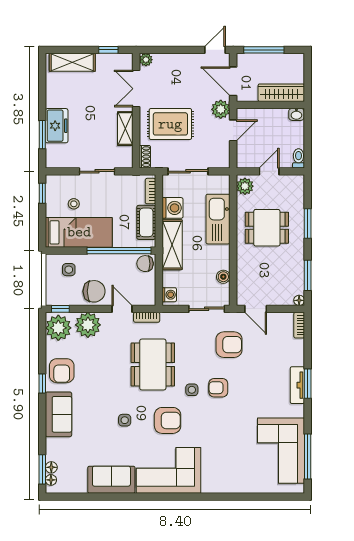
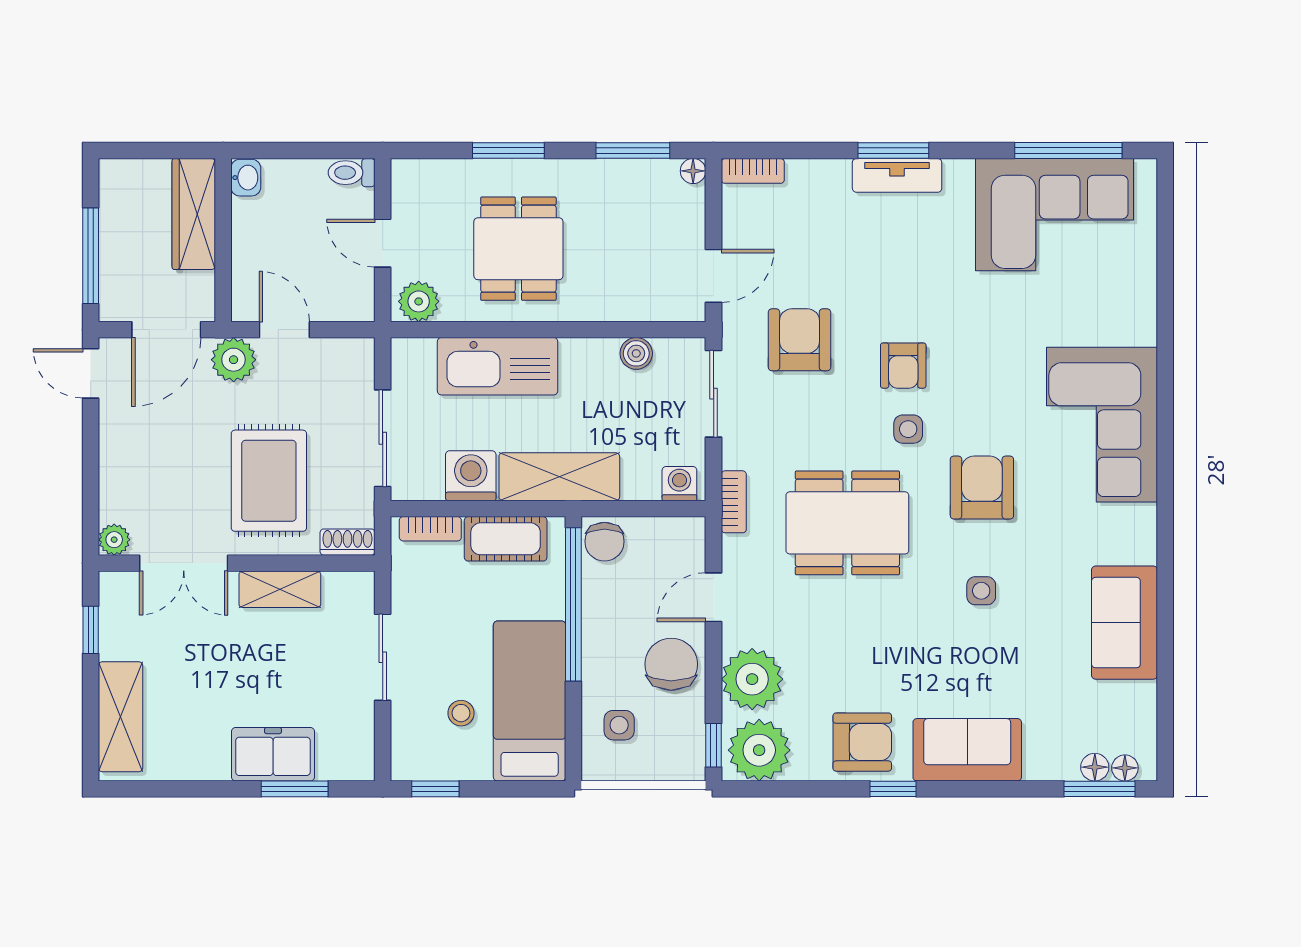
bookcase: (147, 317) -> (734, 502), moved
corner sofa: (168, 470) -> (1102, 425), moved

